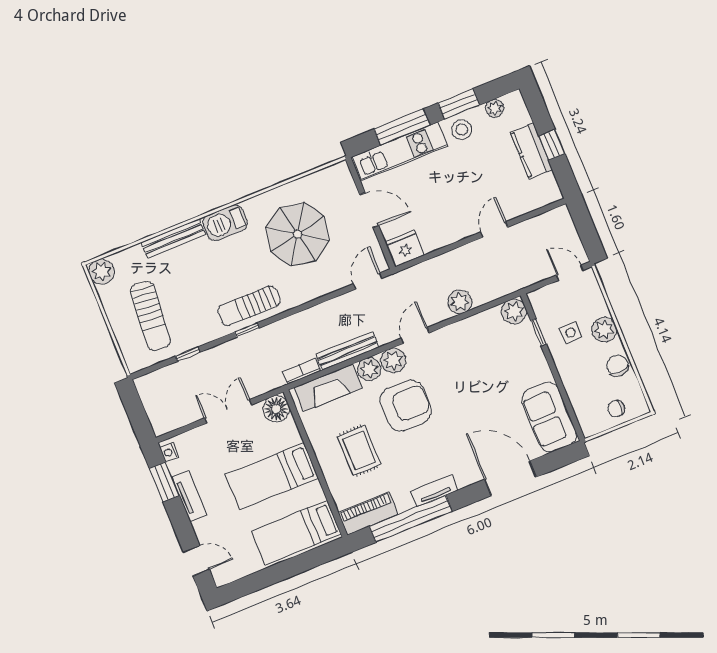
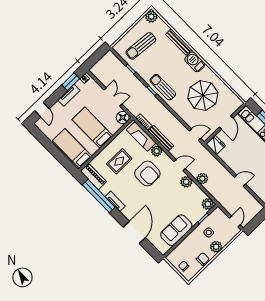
plant: (393, 360) -> (186, 182), moved
sofa: (549, 417) -> (176, 230), moved

